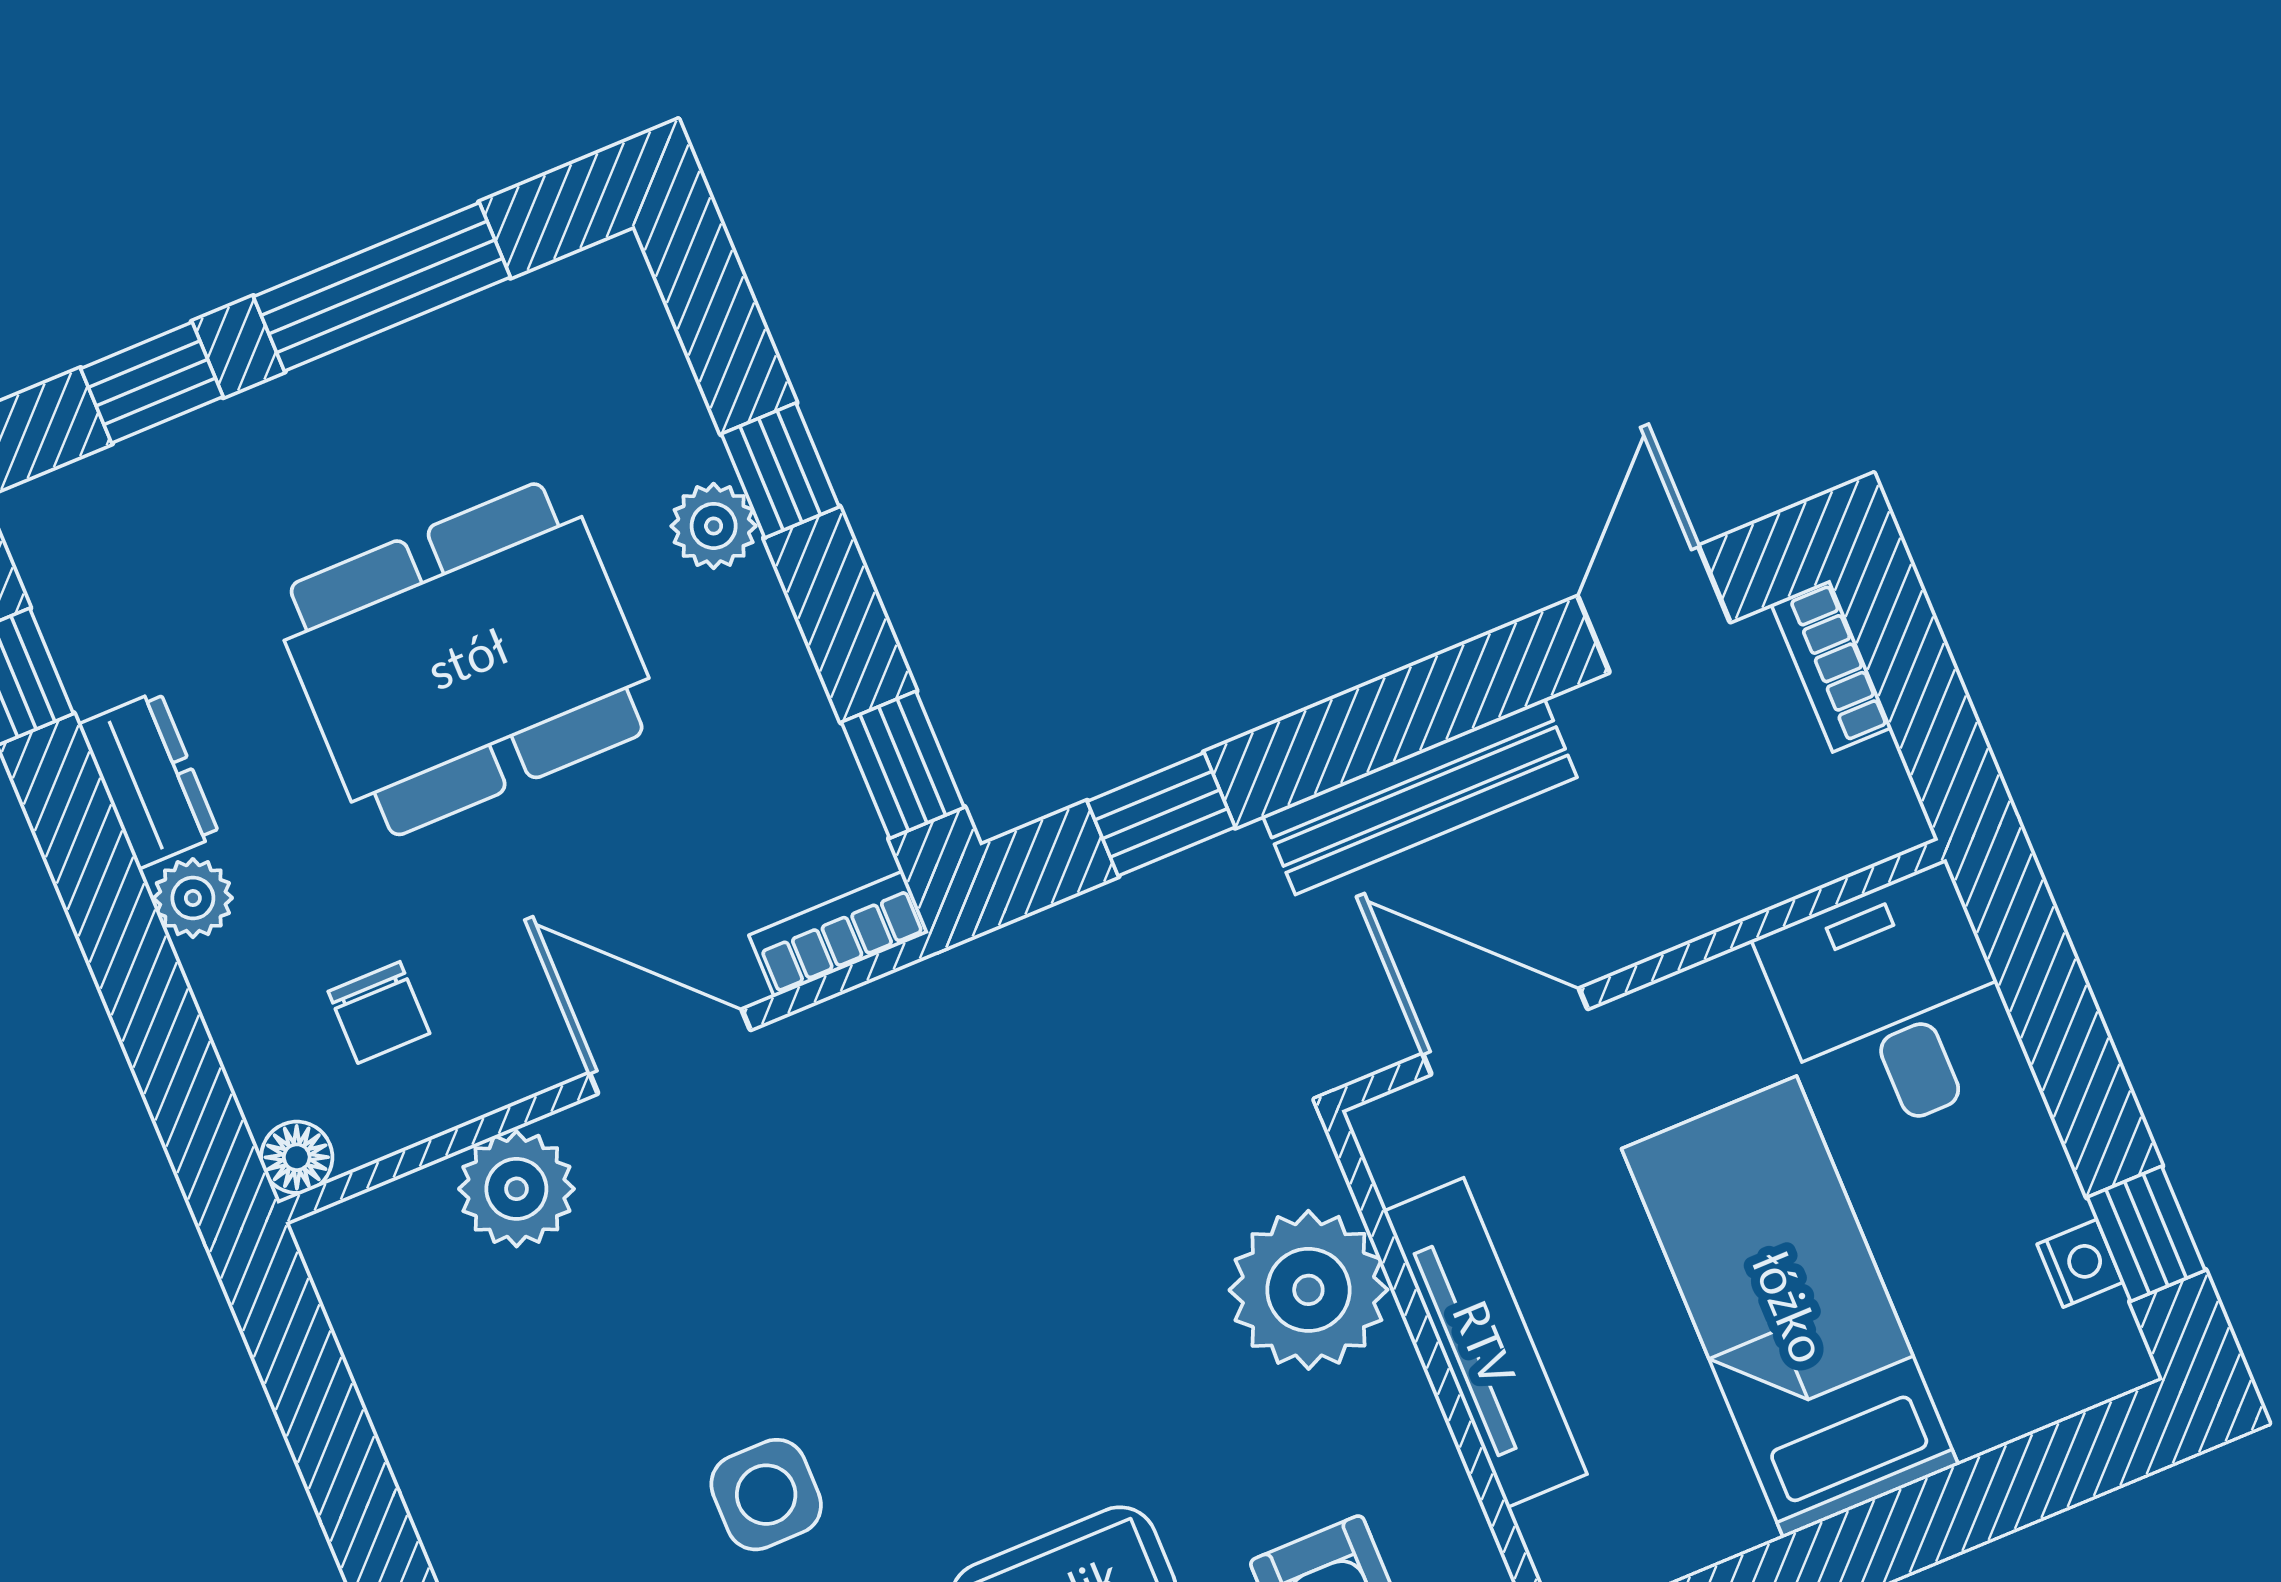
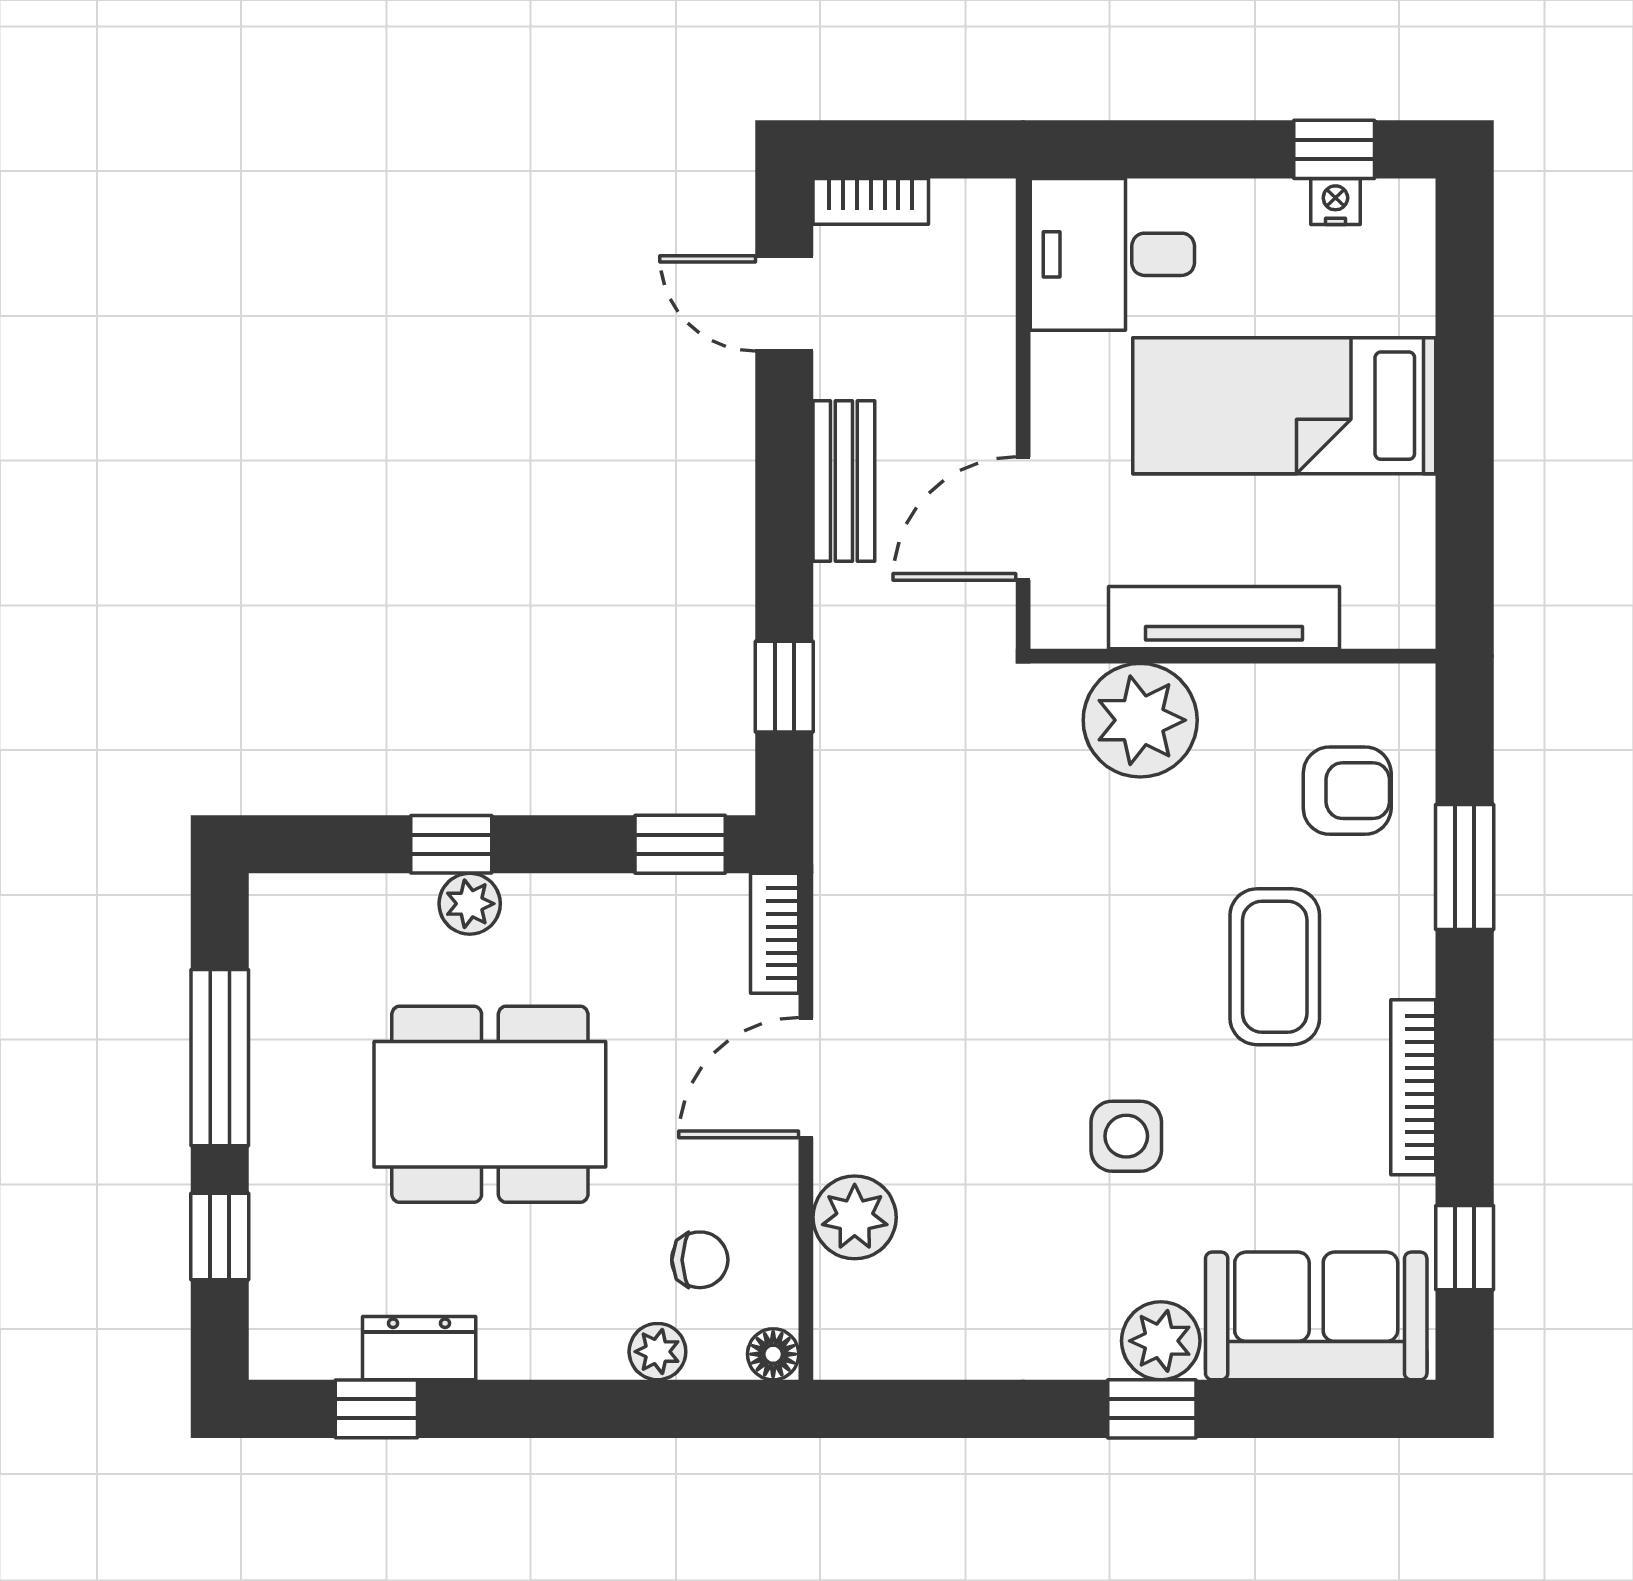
dining table: (467, 659) -> (490, 1104), turned 90
dresser: (149, 780) -> (419, 1348), moved
bench: (1420, 797) -> (844, 481), width x0.73
plant: (193, 898) -> (657, 1352), moved

